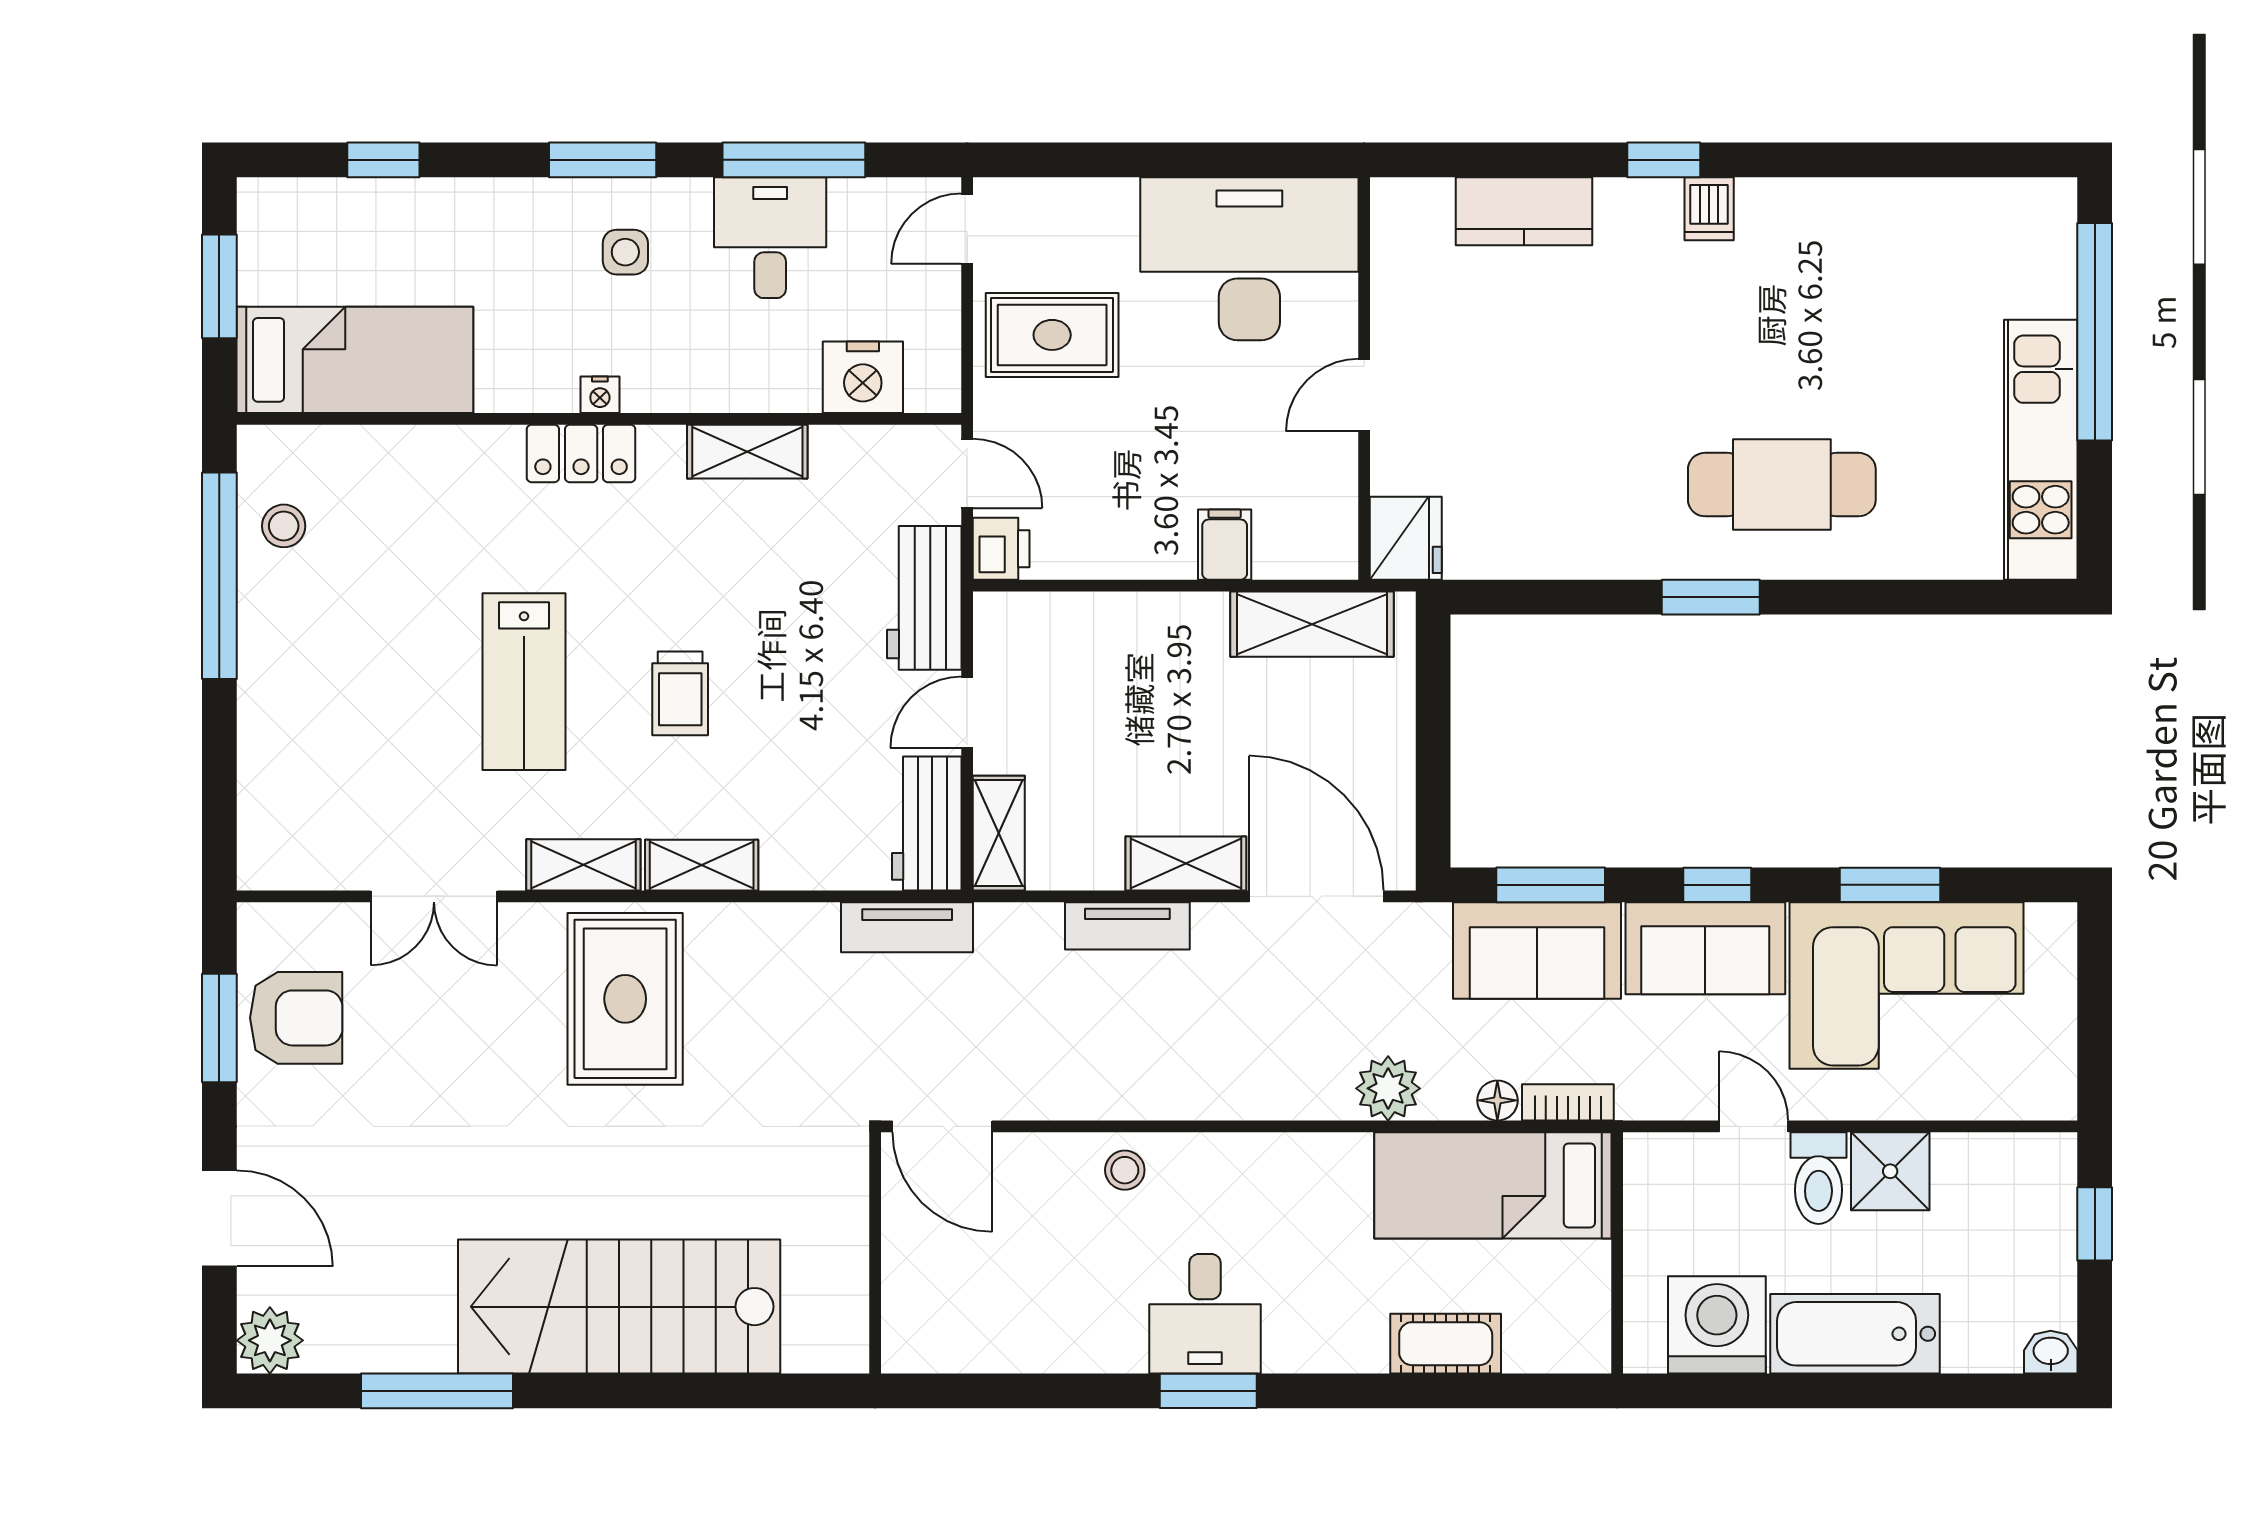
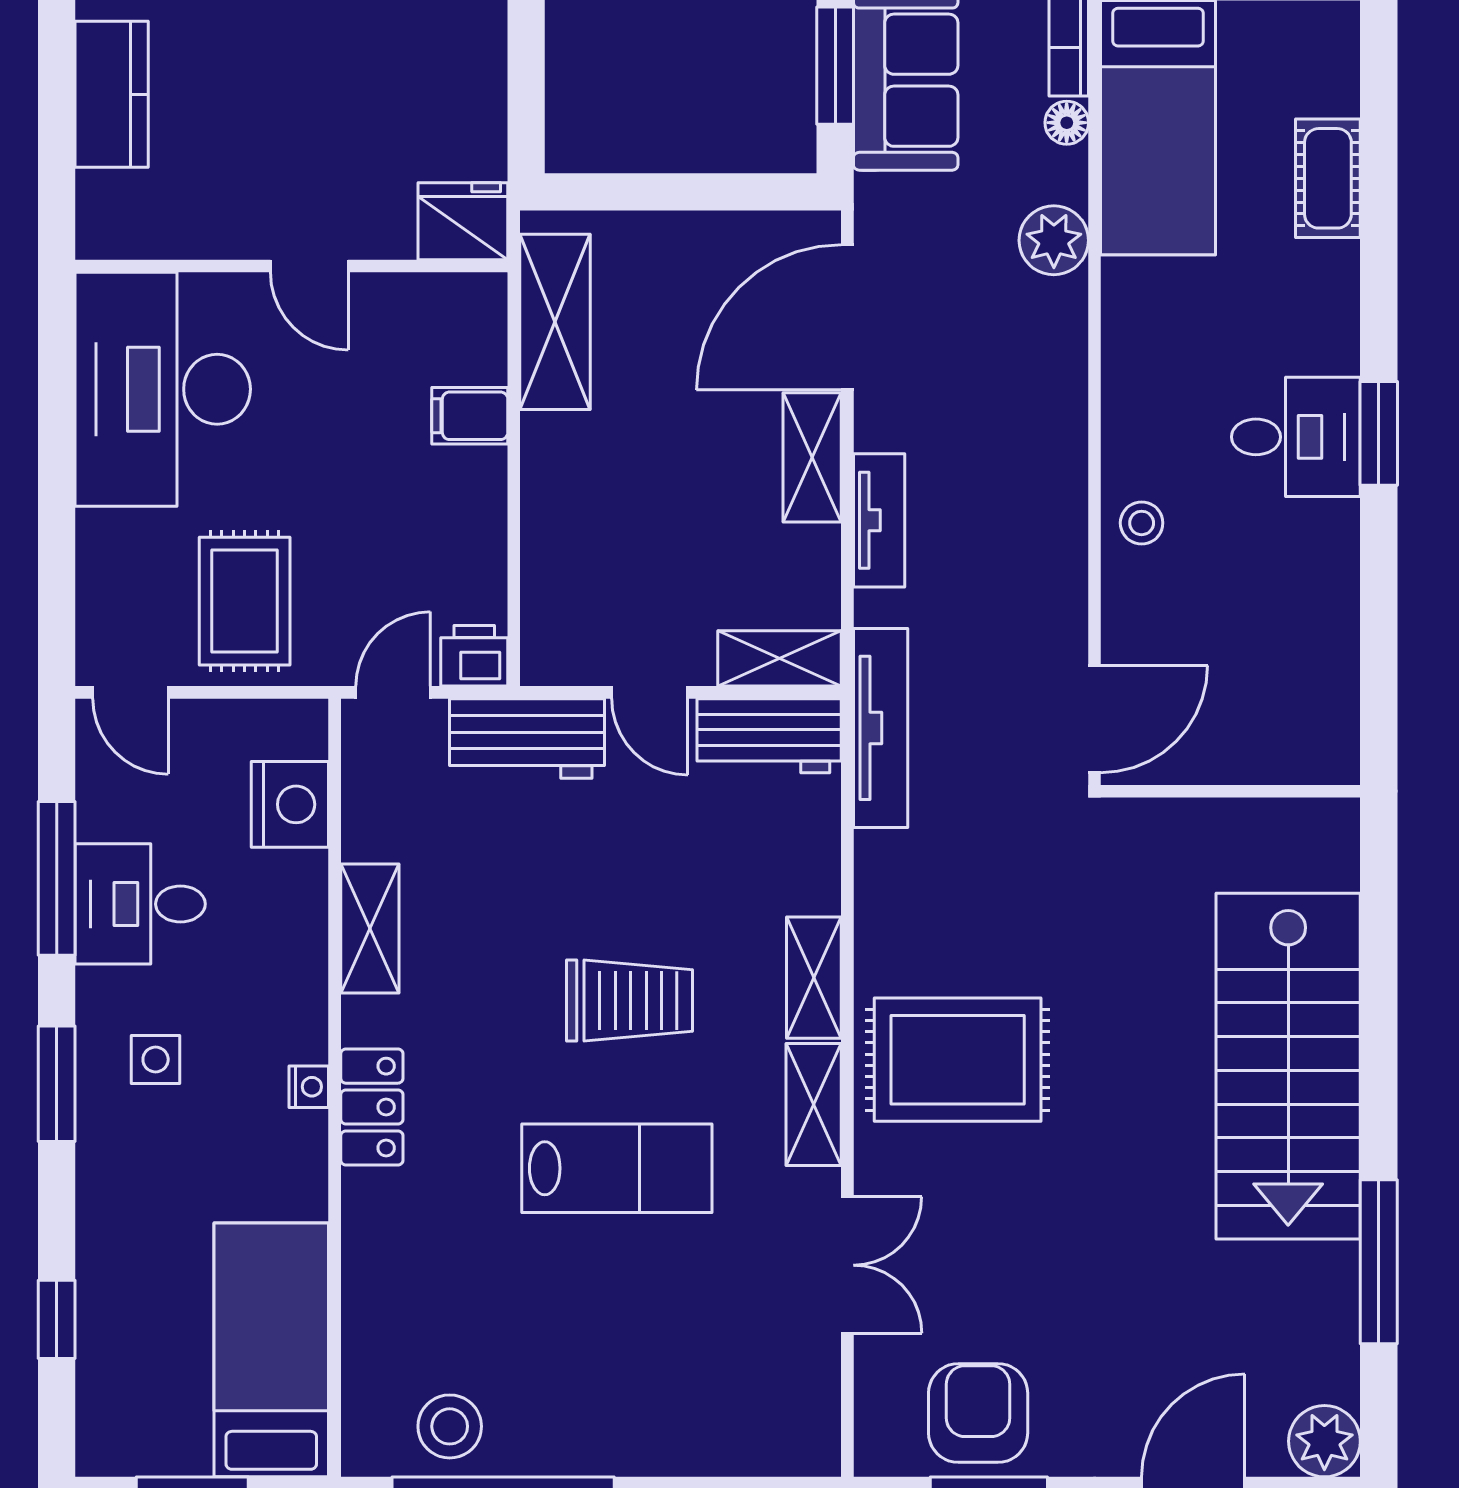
stool: (284, 526) -> (450, 1426), width x1.37, depth x1.37
trolley: (680, 693) -> (629, 1001), width x1.36, depth x1.39
tv unit: (907, 927) -> (881, 728), width x1.41

